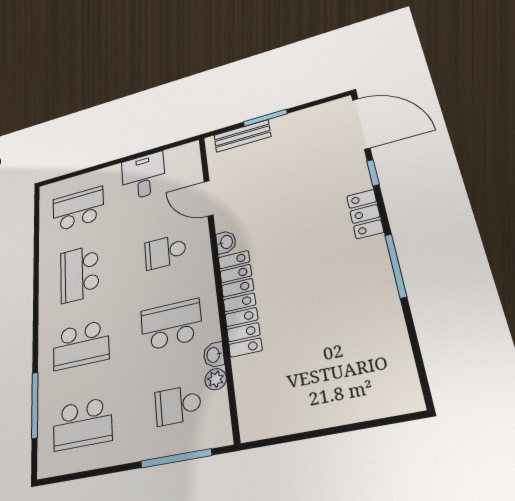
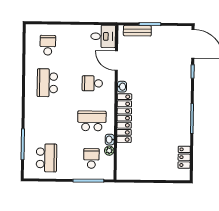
desk: (143, 176) -> (103, 36), moved, turned 90
school desk: (78, 209) -> (48, 45), width x0.54
locker: (365, 214) -> (184, 157), moved
school desk: (81, 345) -> (47, 120), removed
school desk: (178, 405) -> (91, 158), turned 90
school desk: (82, 424) -> (46, 158), turned -90

